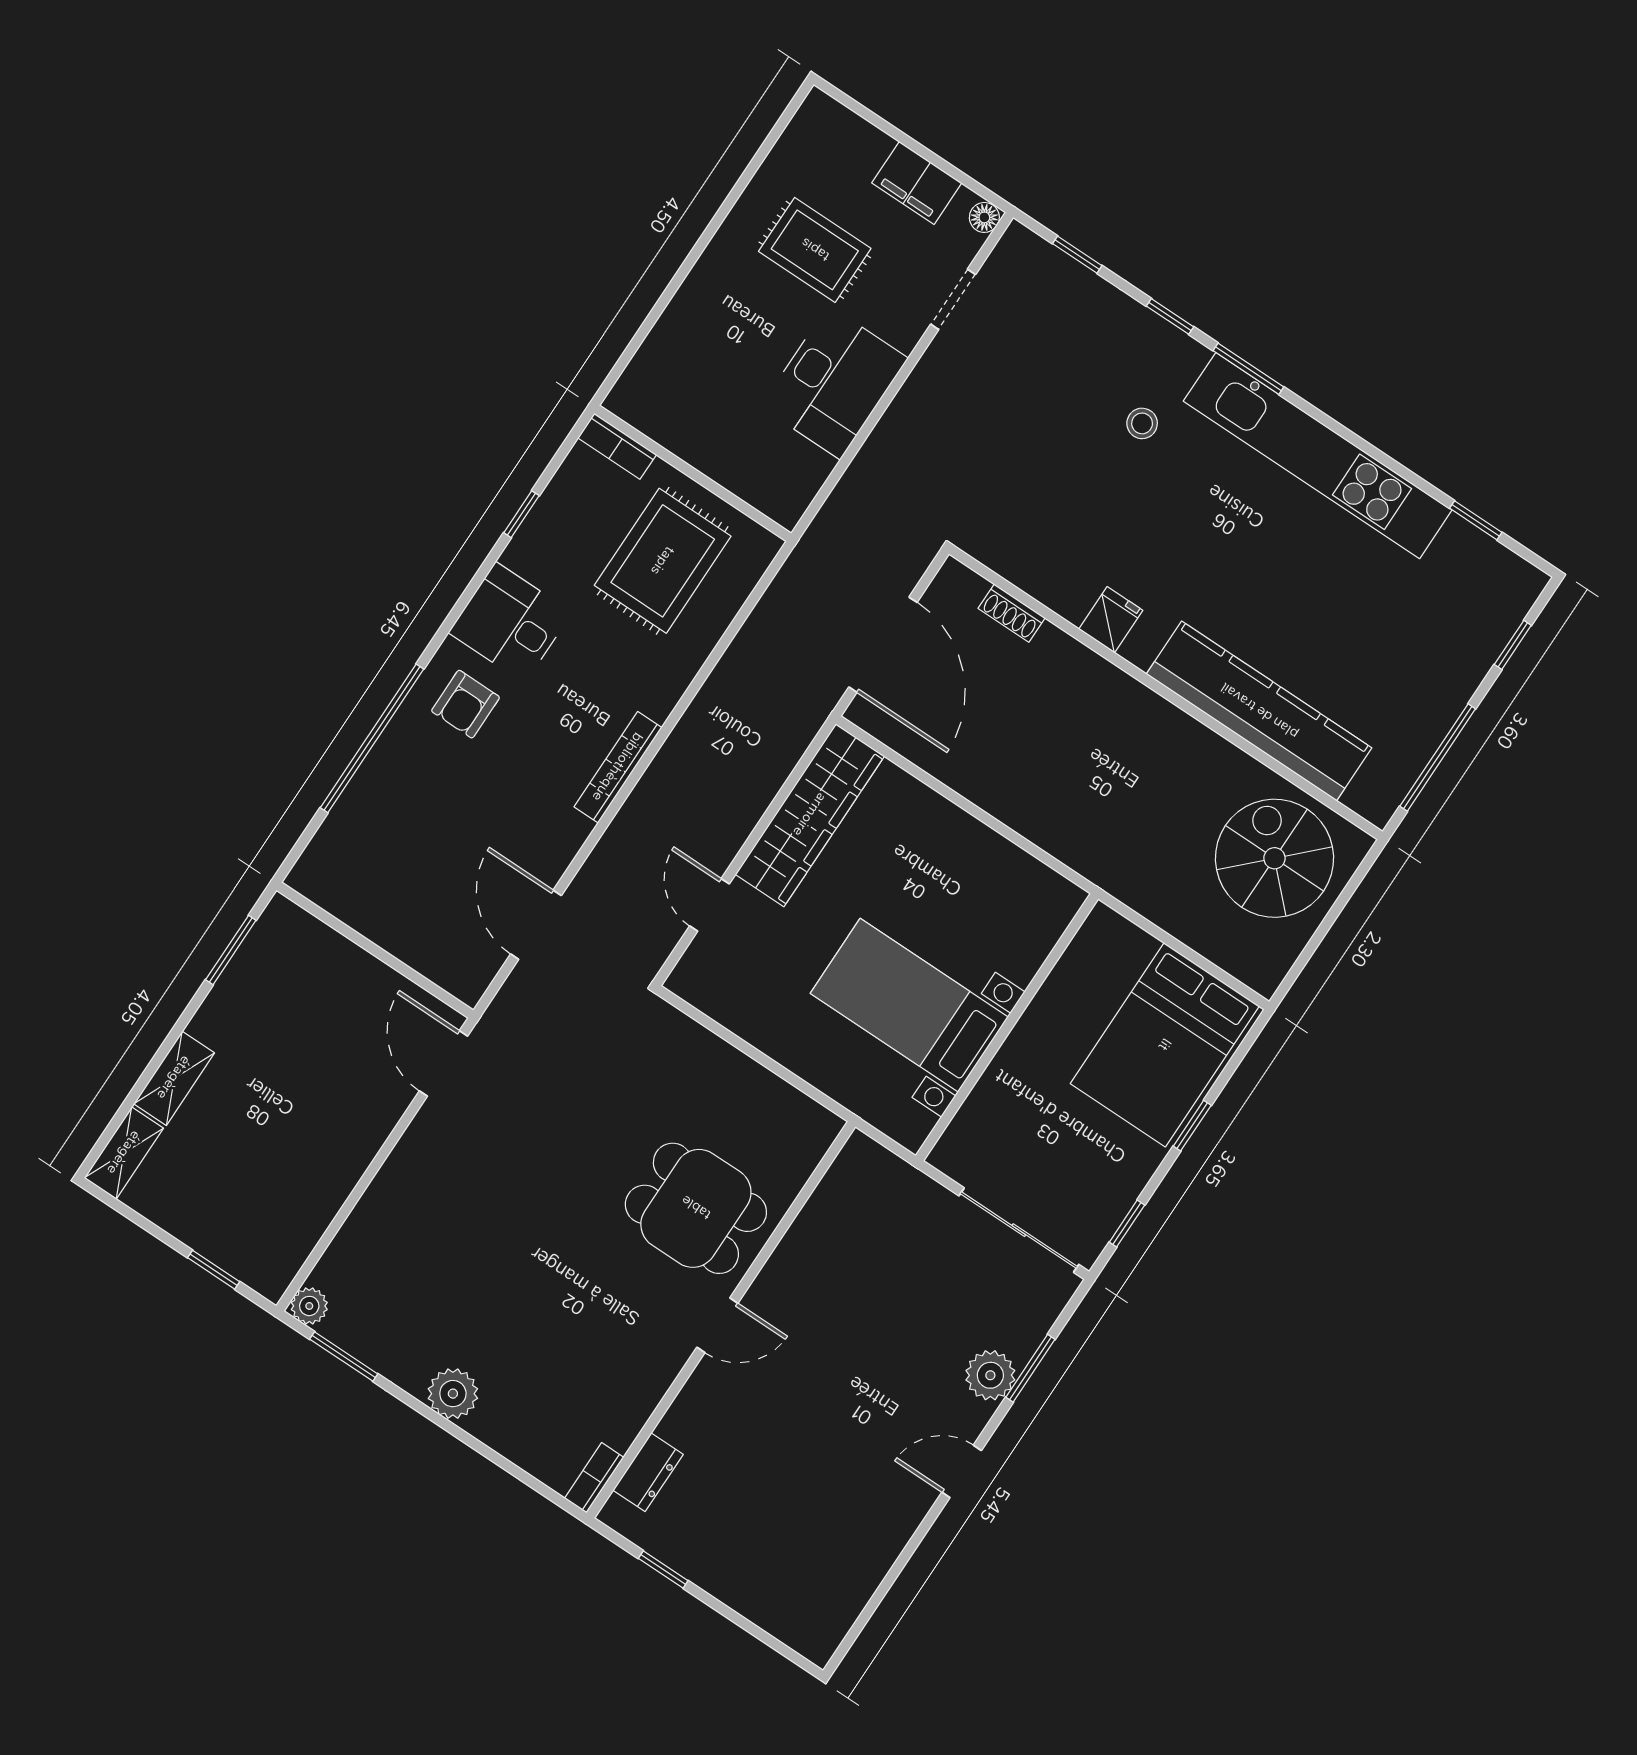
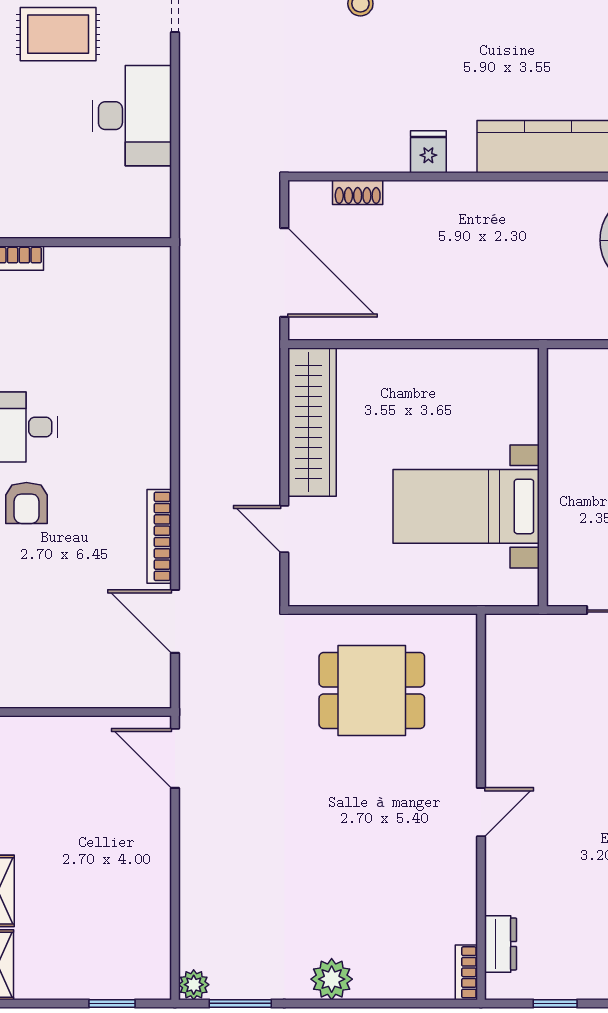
rug: (663, 561) -> (96, 315), removed
bookcase: (618, 767) -> (159, 536), moved
dining table: (696, 1208) -> (372, 690), moved

